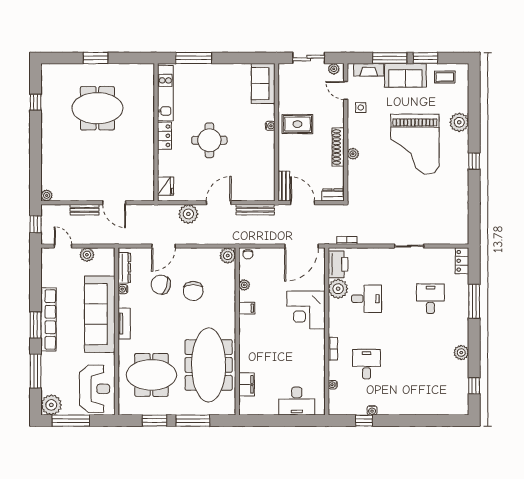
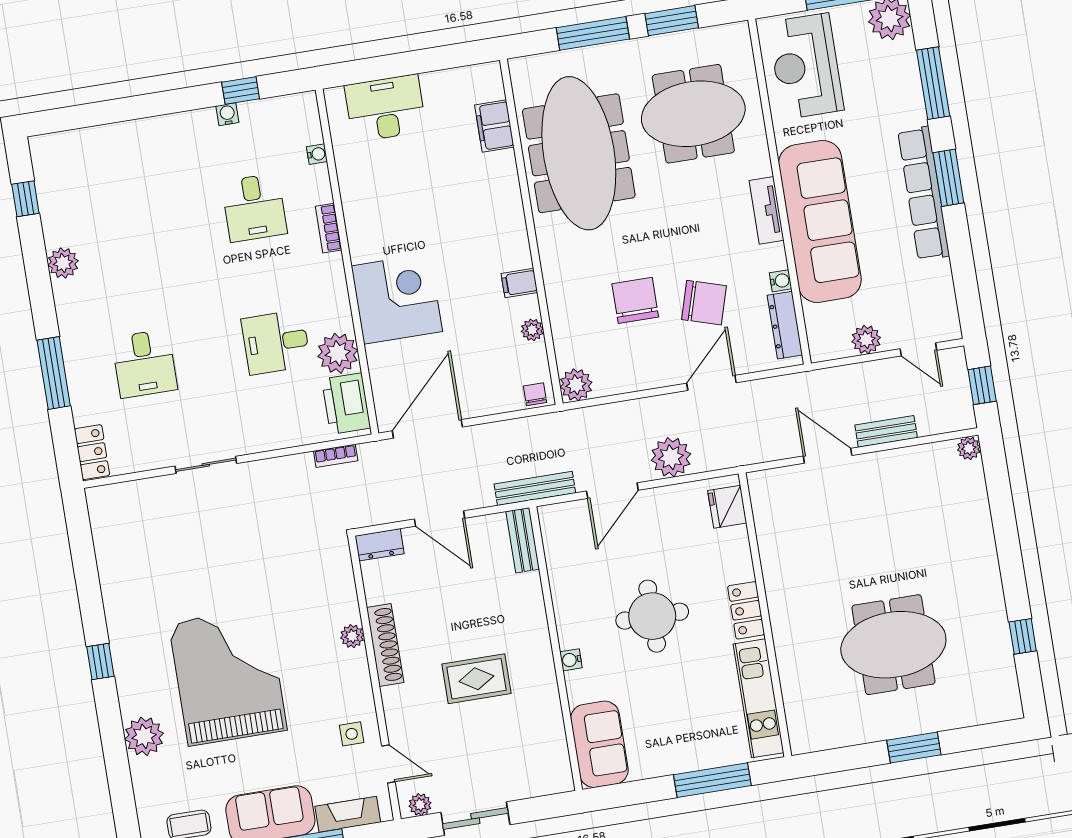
sofa: (263, 84) -> (599, 744), moved
water cooler: (270, 126) -> (571, 660), moved
wall: (277, 132) -> (556, 649), moved
bench: (284, 186) -> (523, 540), moved

